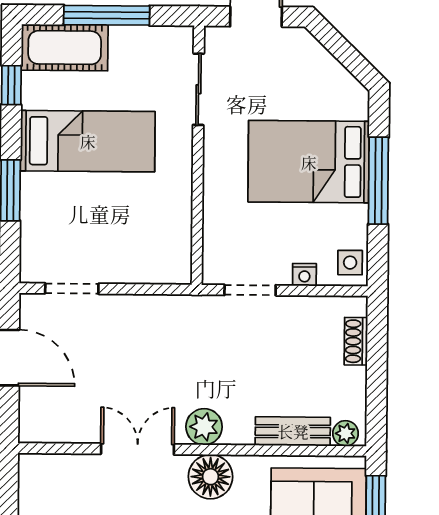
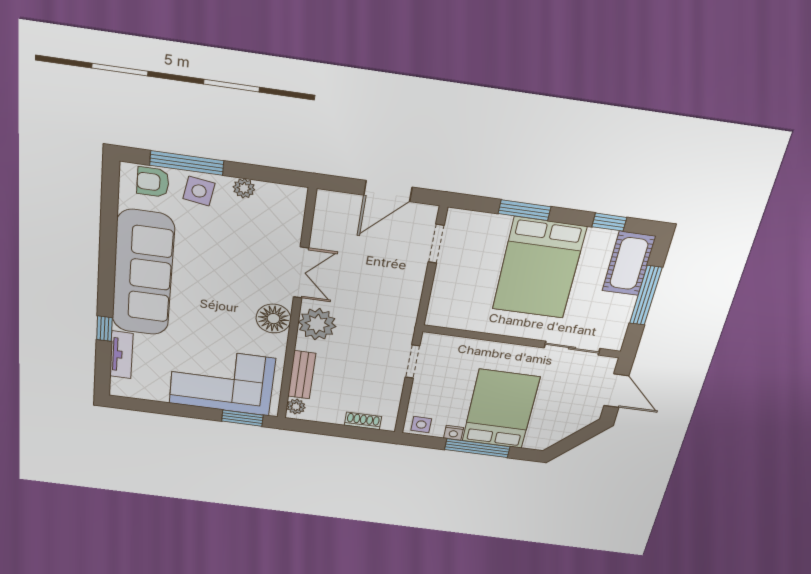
bed: (88, 141) -> (539, 268), width x1.50
nightstand: (304, 275) -> (454, 433), moved, turned -90
plant: (204, 427) -> (317, 324), width x1.36, depth x1.36

